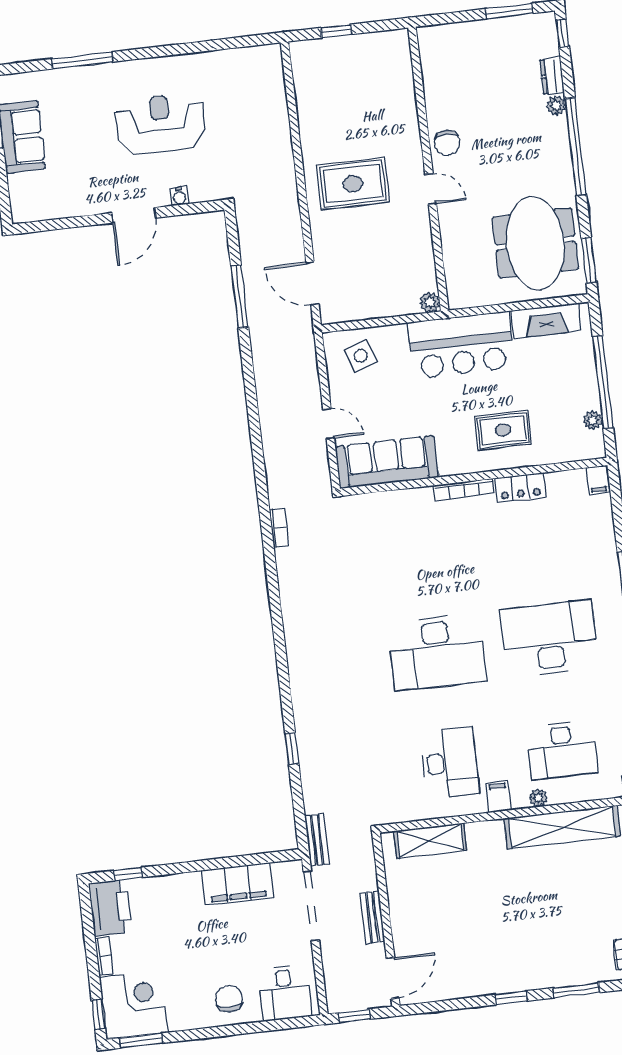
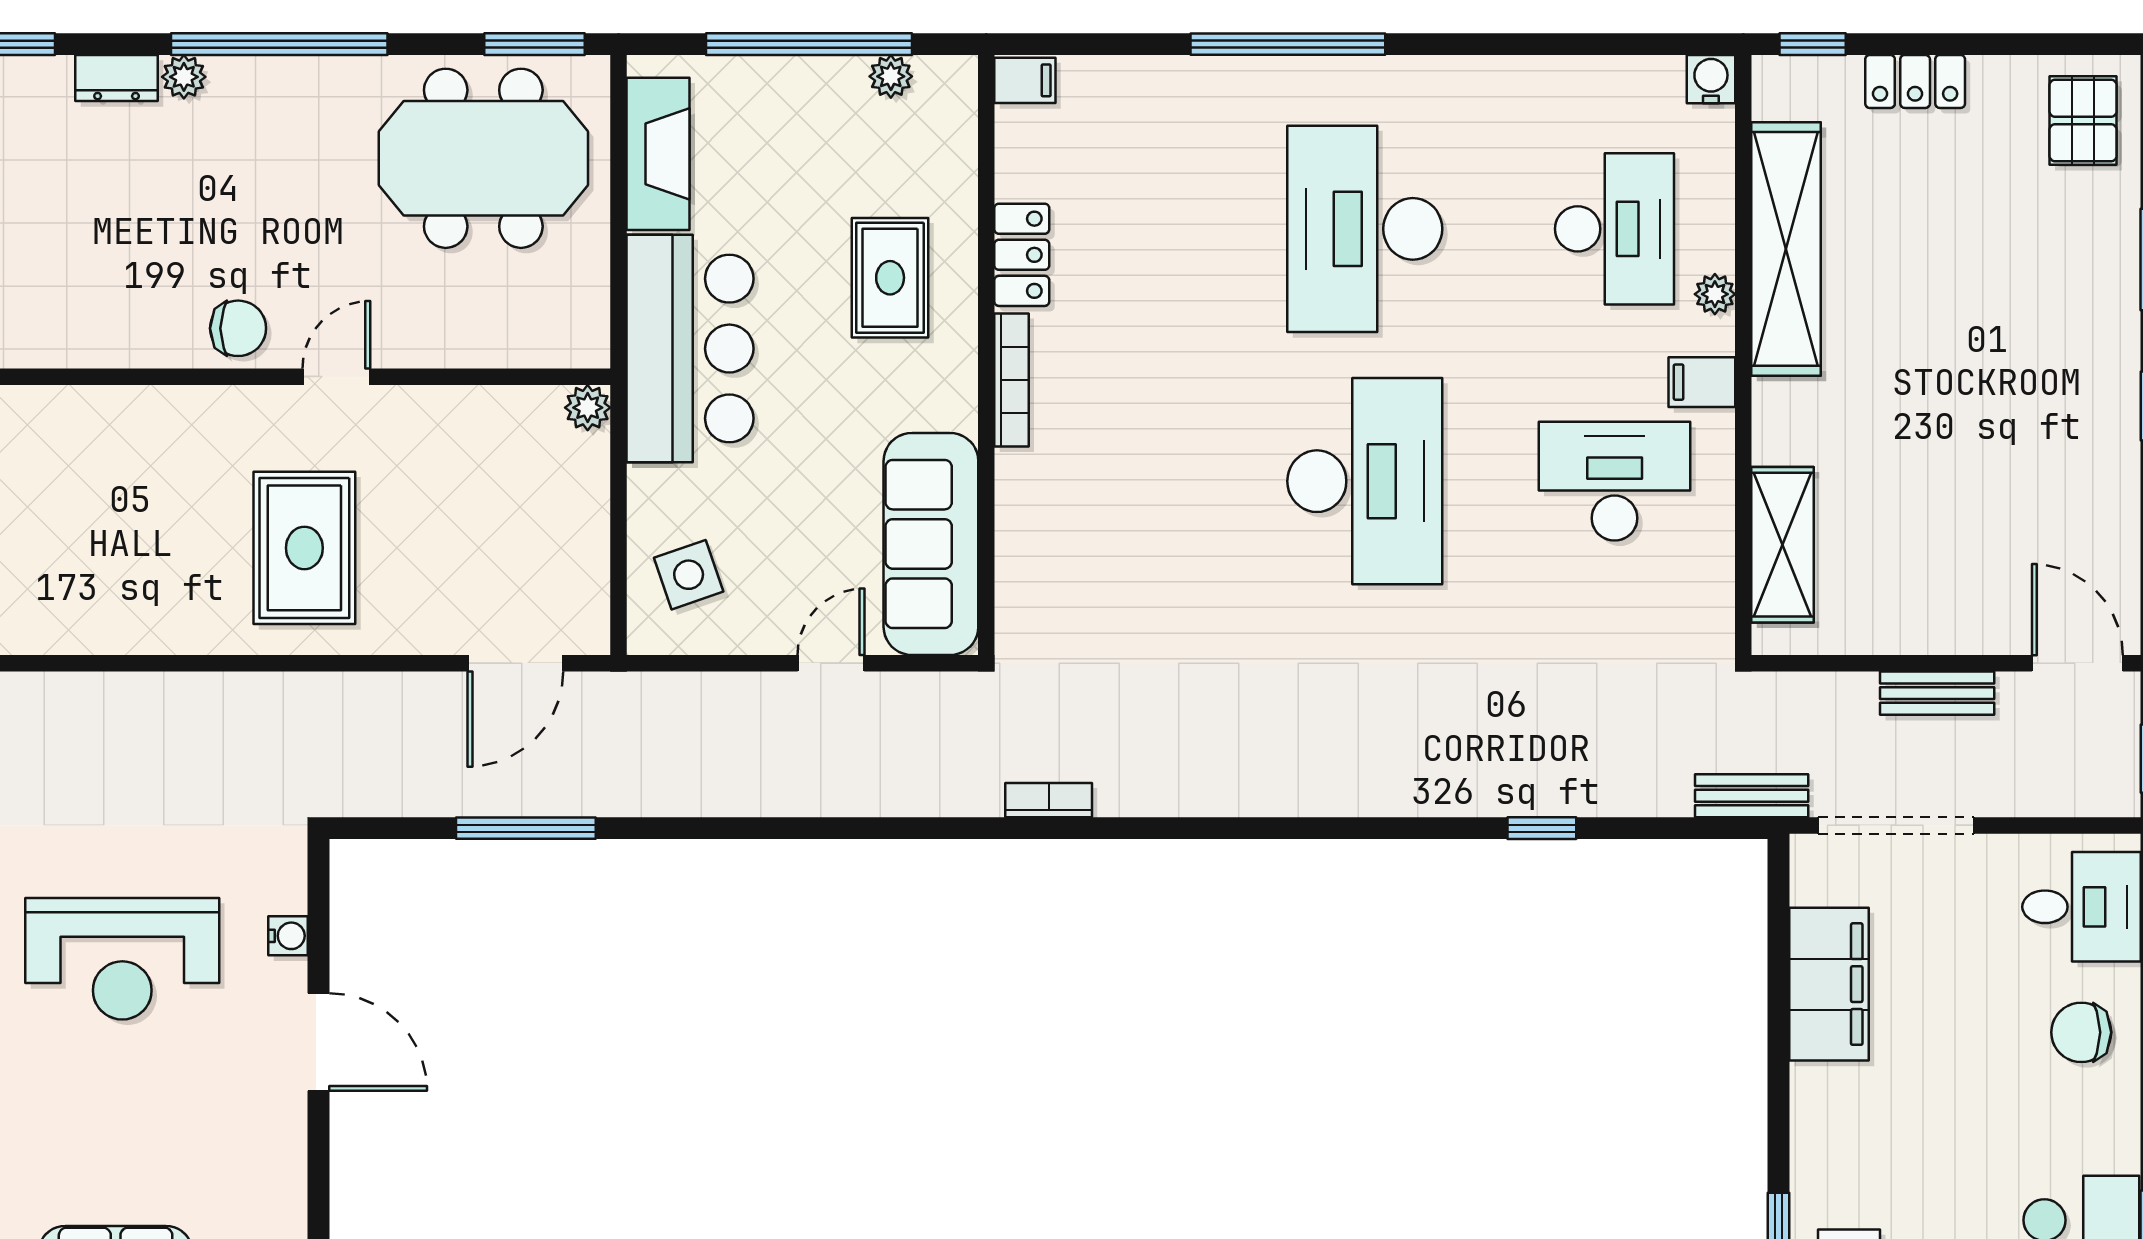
reception desk: (161, 124) -> (122, 959), turned -90

